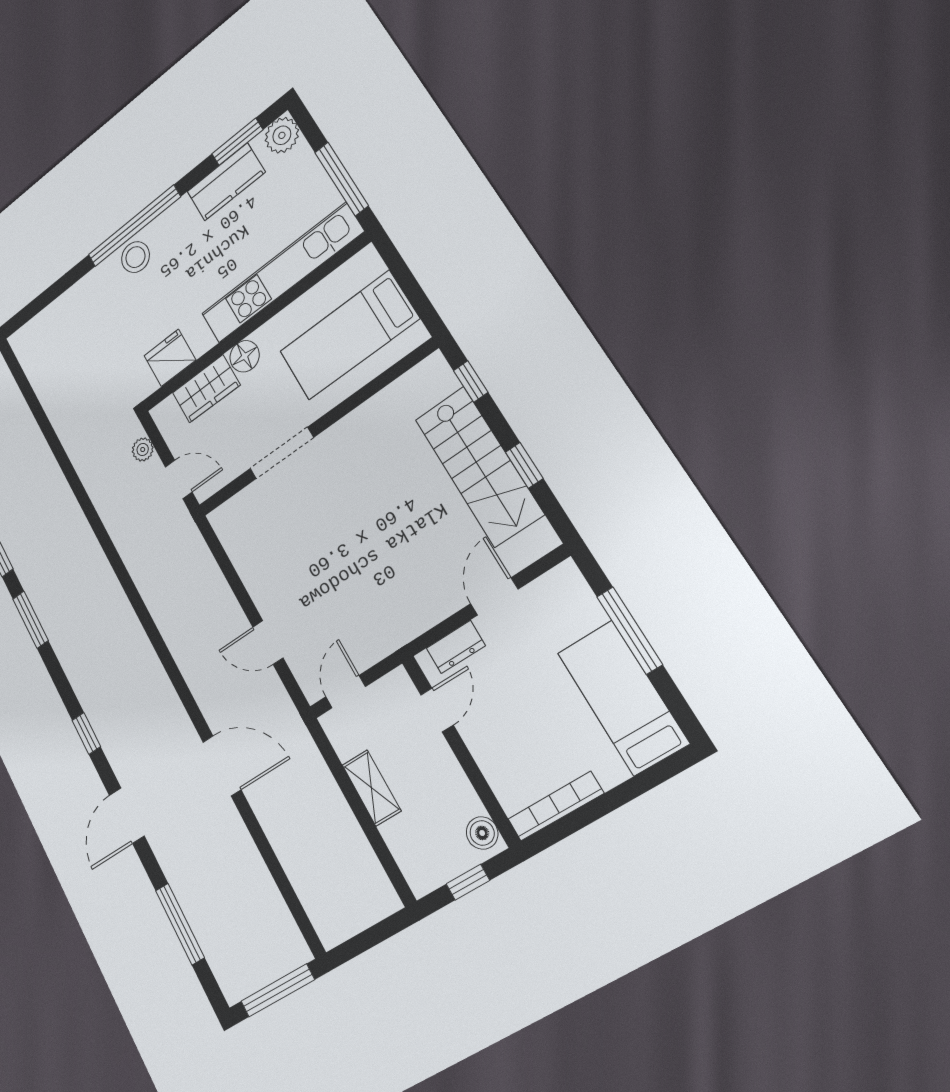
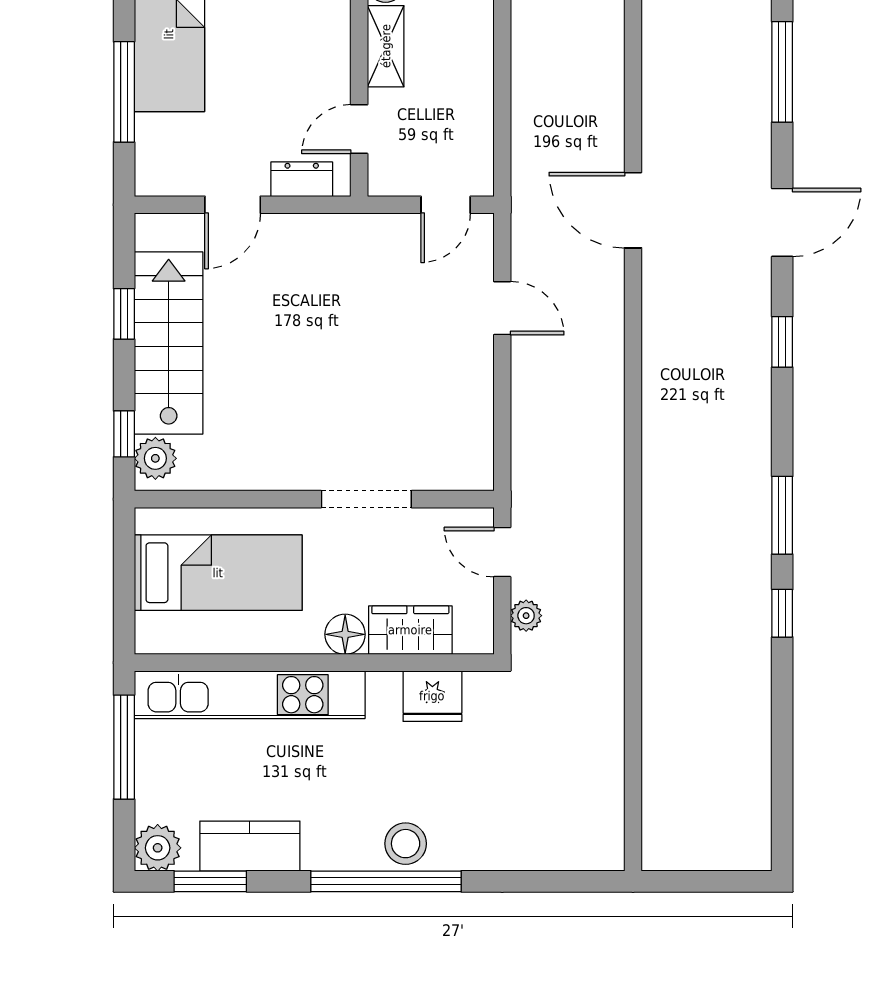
plant: (438, 380) -> (155, 458), added
shelving: (371, 788) -> (386, 46), moved

